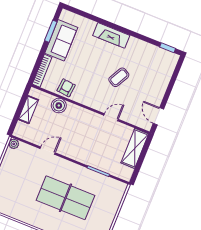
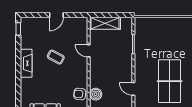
fireplace: (111, 35) -> (26, 63), moved
door: (158, 116) -> (56, 15), moved
table tennis table: (65, 198) -> (170, 81), moved

